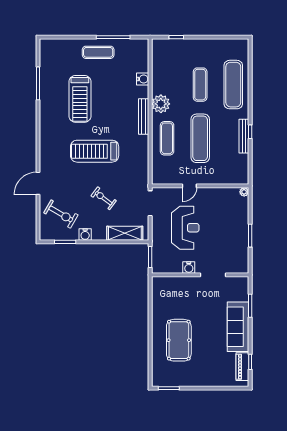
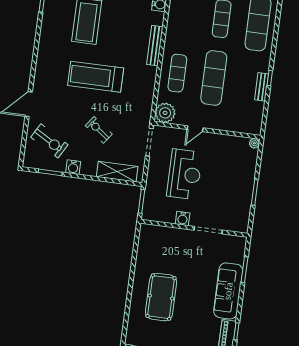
plant: (161, 104) -> (165, 113), moved
bench: (244, 136) -> (262, 87), width x0.73

